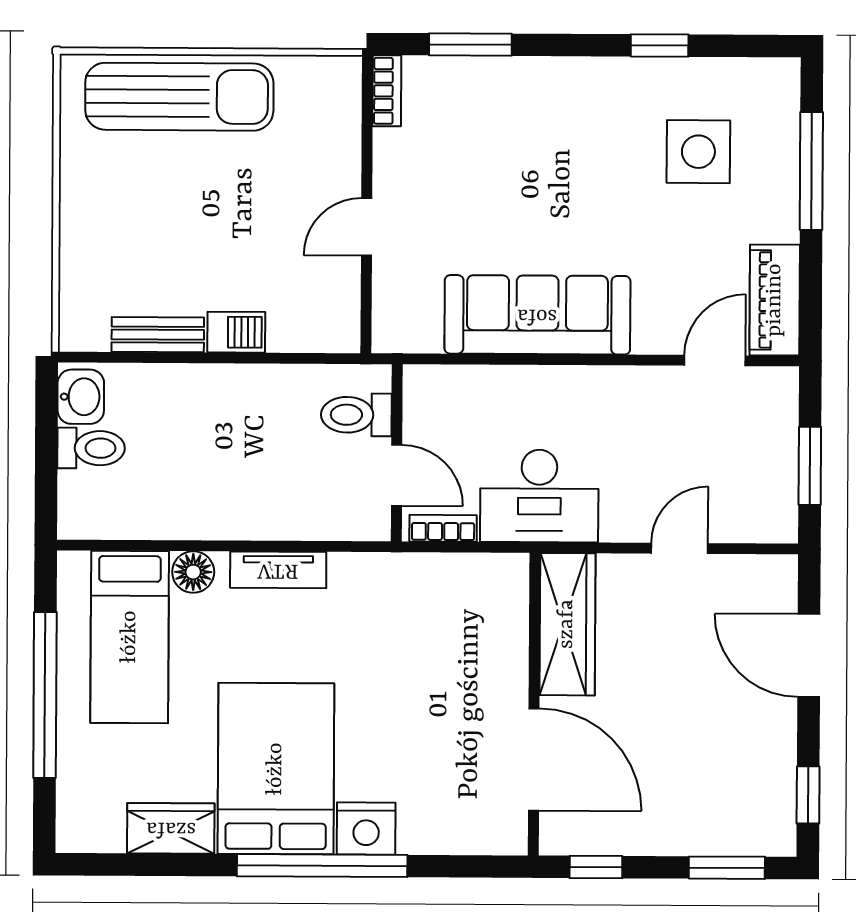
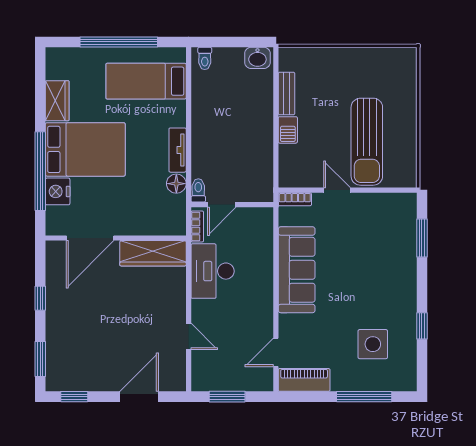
bookcase: (387, 91) -> (295, 199), moved
sun lounger: (179, 97) -> (367, 142), moved
door: (715, 360) -> (276, 352), swing flipped
toilet: (356, 415) -> (198, 190), moved, width x0.73, depth x0.72
toilet: (91, 448) -> (205, 58), moved, width x0.73, depth x0.72
floor lamp: (193, 572) -> (176, 184), moved
wardrobe: (567, 624) -> (153, 253), moved
wall: (534, 704) -> (116, 238), moved
door: (534, 759) -> (90, 238), moved

